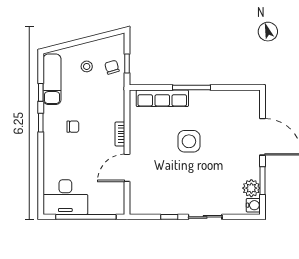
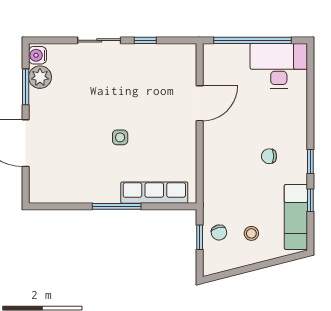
bookcase: (120, 134) -> (209, 147), removed
side table: (189, 141) -> (120, 137), width x0.54, depth x0.54

